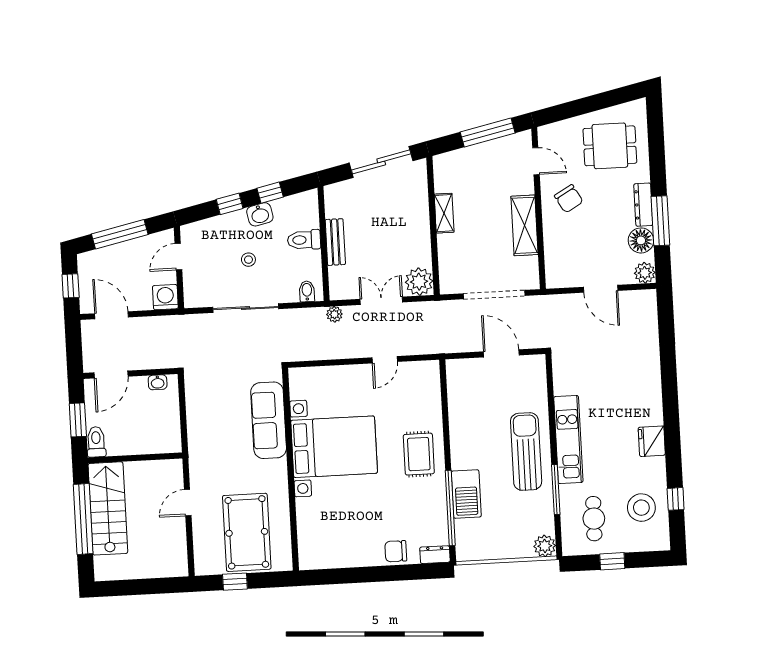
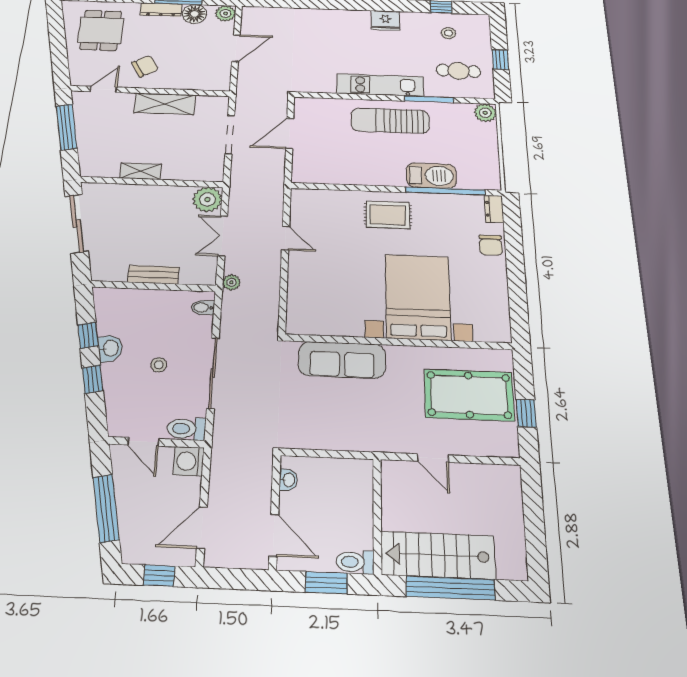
toilet: (304, 240) -> (186, 429), moved, turned 90
doorway: (494, 295) -> (230, 135), width x0.73
bed with nightstands: (334, 447) -> (418, 297), moved
stool: (641, 508) -> (449, 33), width x0.53, depth x0.53

